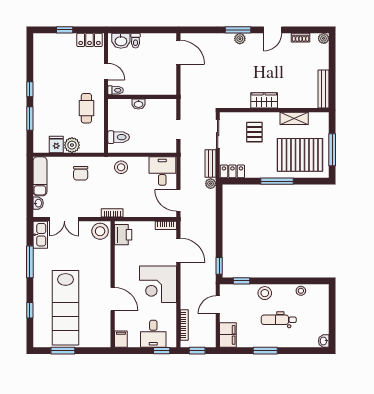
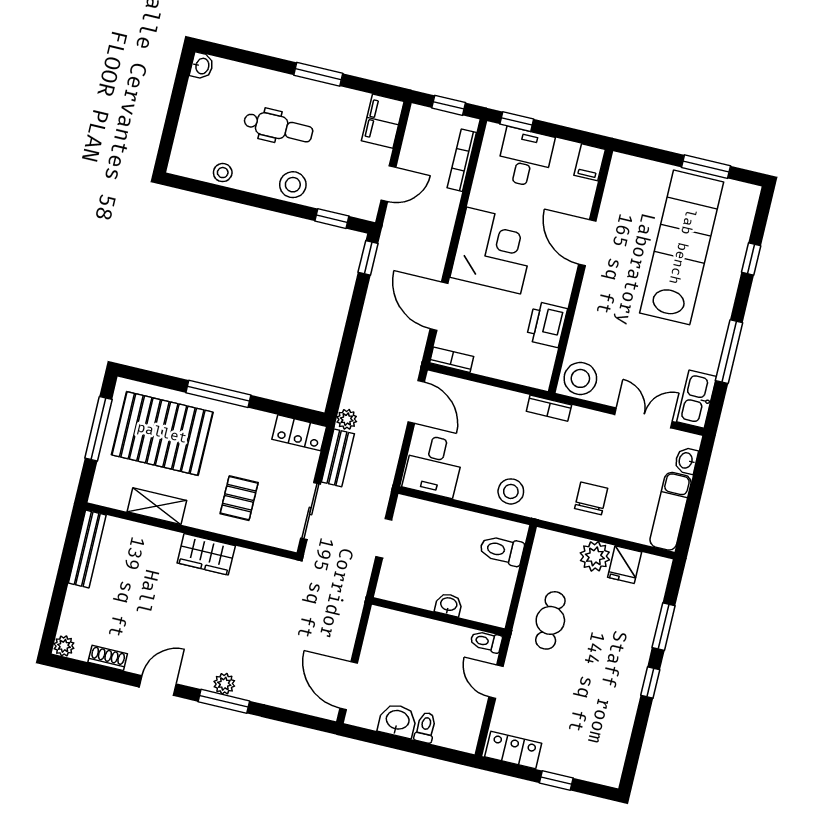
washbasin: (121, 41) -> (397, 721), moved
printer: (123, 235) -> (547, 324), moved

